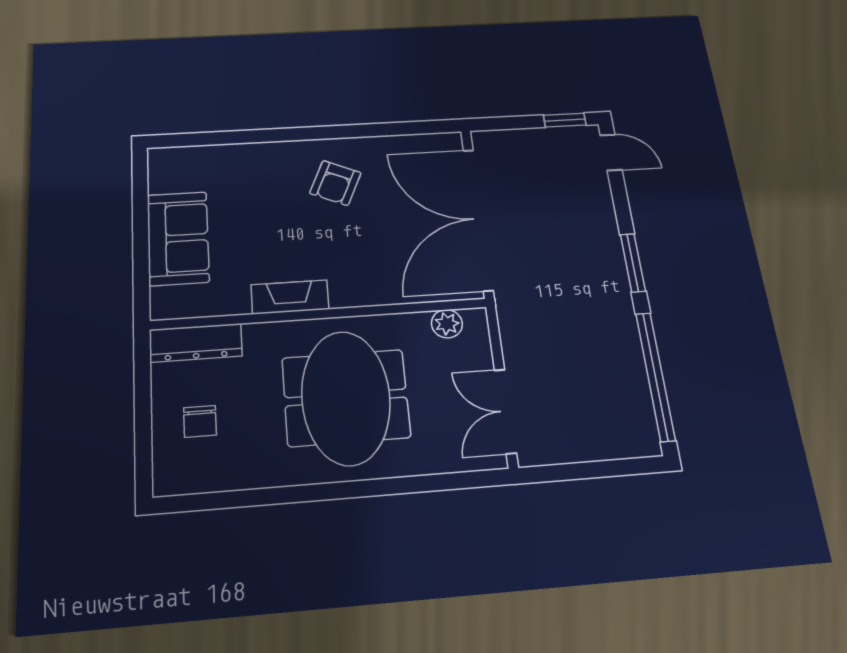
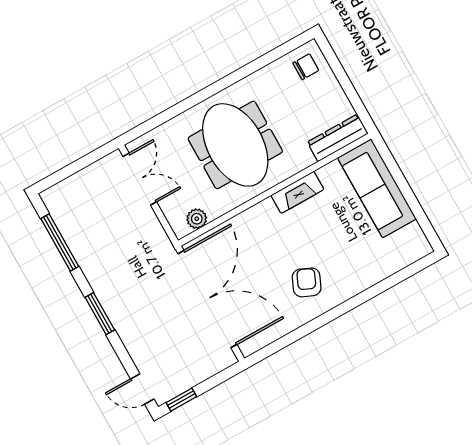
sofa: (178, 238) -> (377, 189), width x1.36
window: (655, 376) -> (60, 243), width x0.68
chair: (200, 421) -> (306, 67), moved, turned 90

